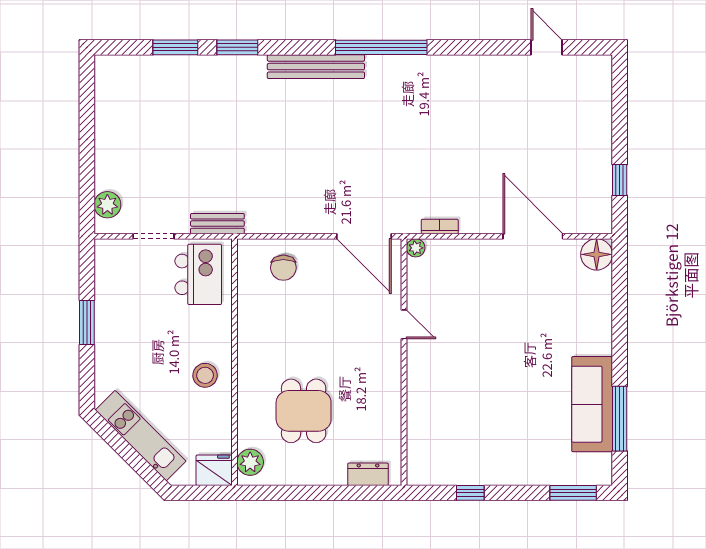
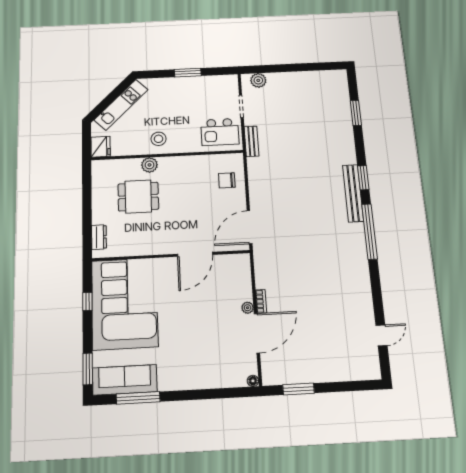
window: (237, 47) -> (363, 178), moved
window: (620, 180) -> (298, 389), width x1.50
bookcase: (440, 226) -> (261, 301), moved
plant: (416, 248) -> (248, 308), moved
floor lamp: (597, 254) -> (253, 381), width x0.53, depth x0.53
door: (404, 324) -> (195, 254), width x1.88
sofa: (592, 404) -> (125, 380), moved
corner sofa: (476, 436) -> (125, 303), added
plant: (250, 462) -> (149, 165), moved

